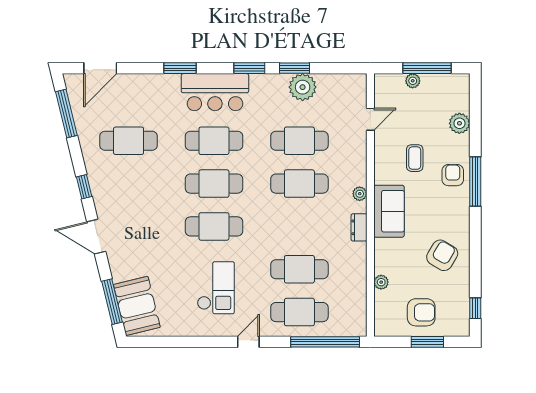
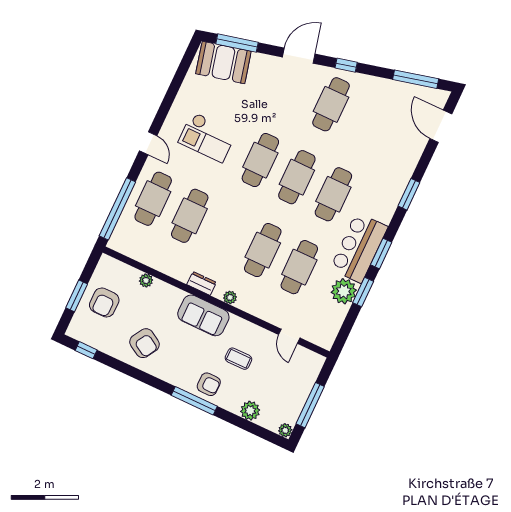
plant: (413, 81) -> (285, 430), moved
bar counter: (215, 92) -> (359, 248), moved
cafe table: (129, 141) -> (331, 104), moved

